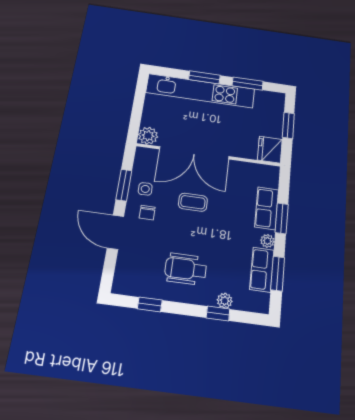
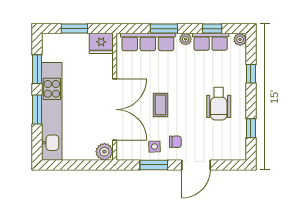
row of seats: (267, 208) -> (148, 42), width x1.48
window: (278, 274) -> (212, 29), width x0.67
plant: (225, 301) -> (240, 39), moved

